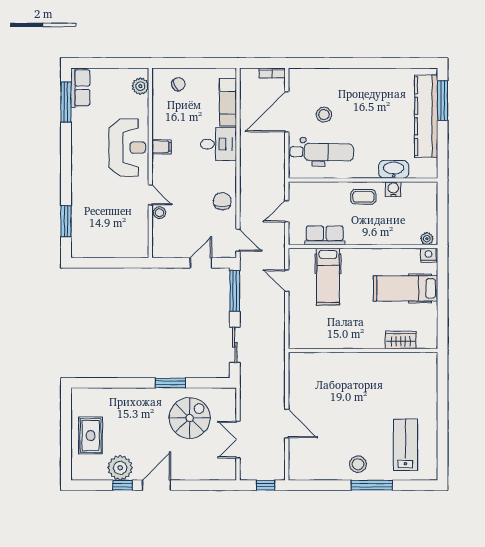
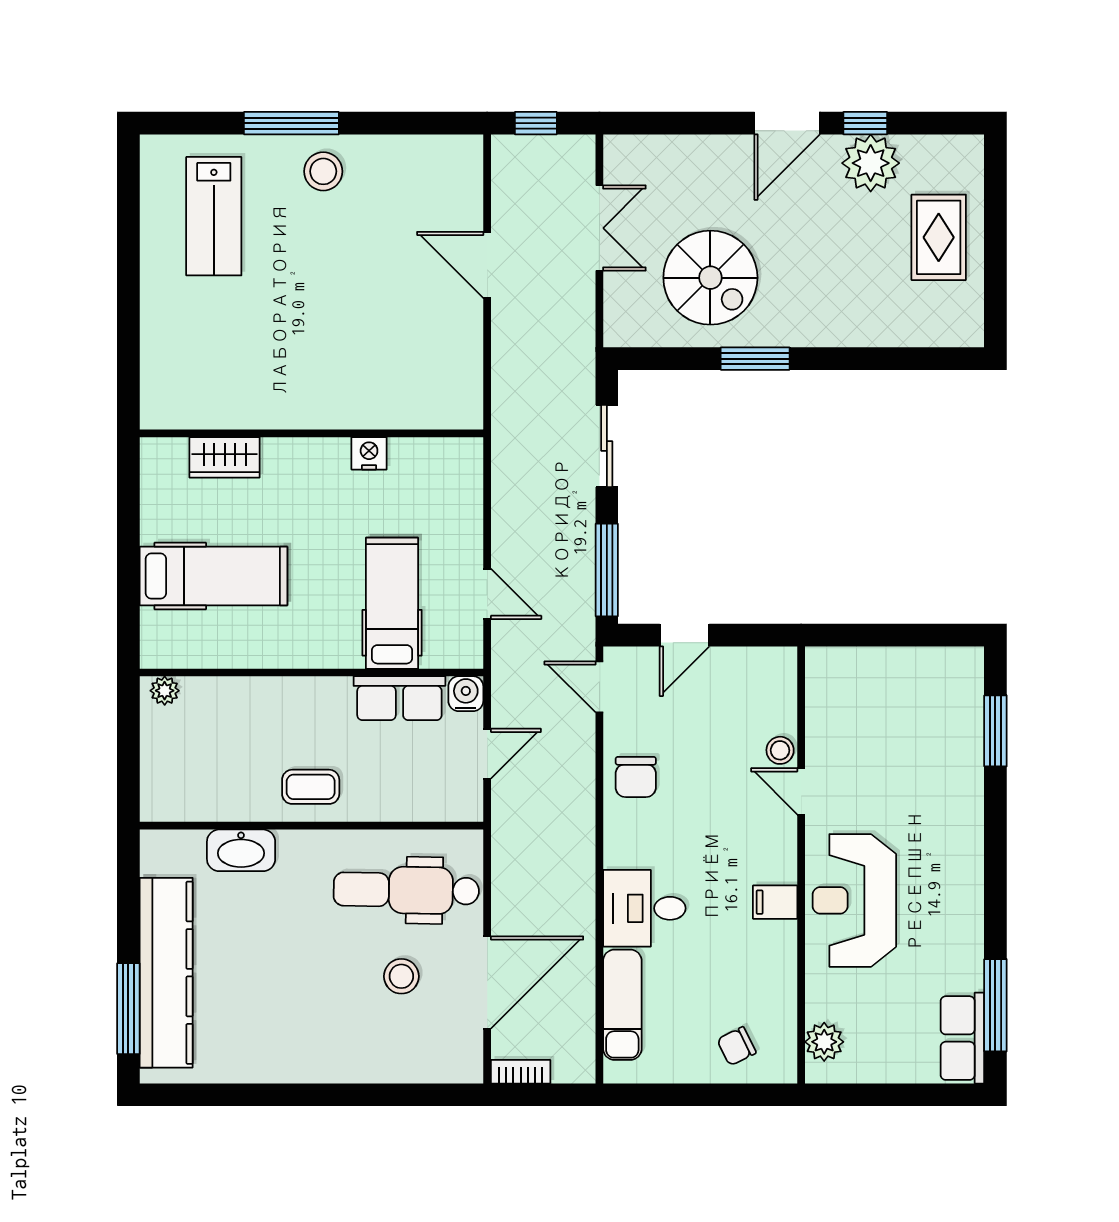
water cooler: (393, 189) -> (466, 694), moved, turned 180
nightstand: (428, 255) -> (369, 453), moved, turned 180
spiral stairs: (190, 418) -> (710, 278), turned -90

